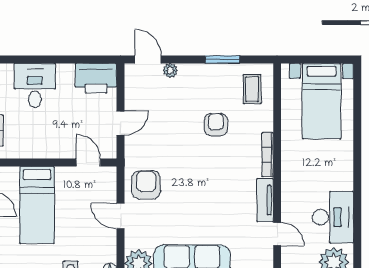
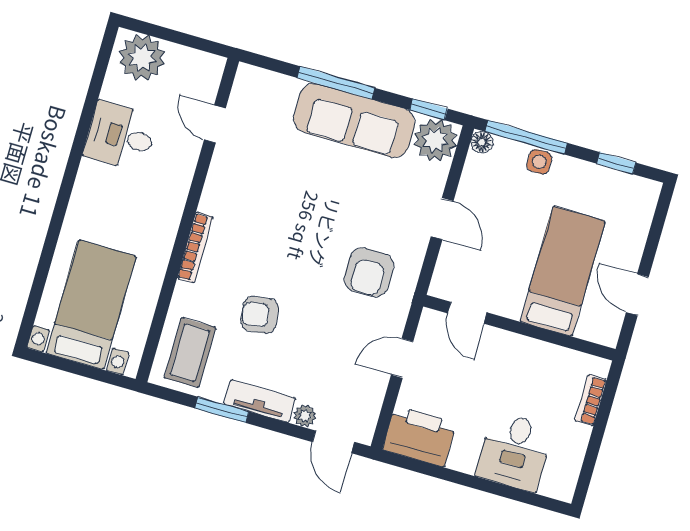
coffee table: (252, 89) -> (190, 353), width x1.36, depth x1.30
armchair: (216, 125) -> (260, 315), turned 82
armchair: (146, 185) -> (369, 272), moved
tv unit: (265, 200) -> (260, 401), moved, turned -90
desk: (333, 217) -> (121, 136), width x0.73

